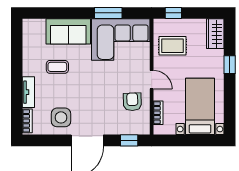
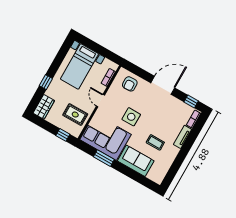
armchair: (132, 102) -> (130, 84), moved
side table: (61, 117) -> (131, 117), moved
window: (129, 140) -> (191, 101), moved

